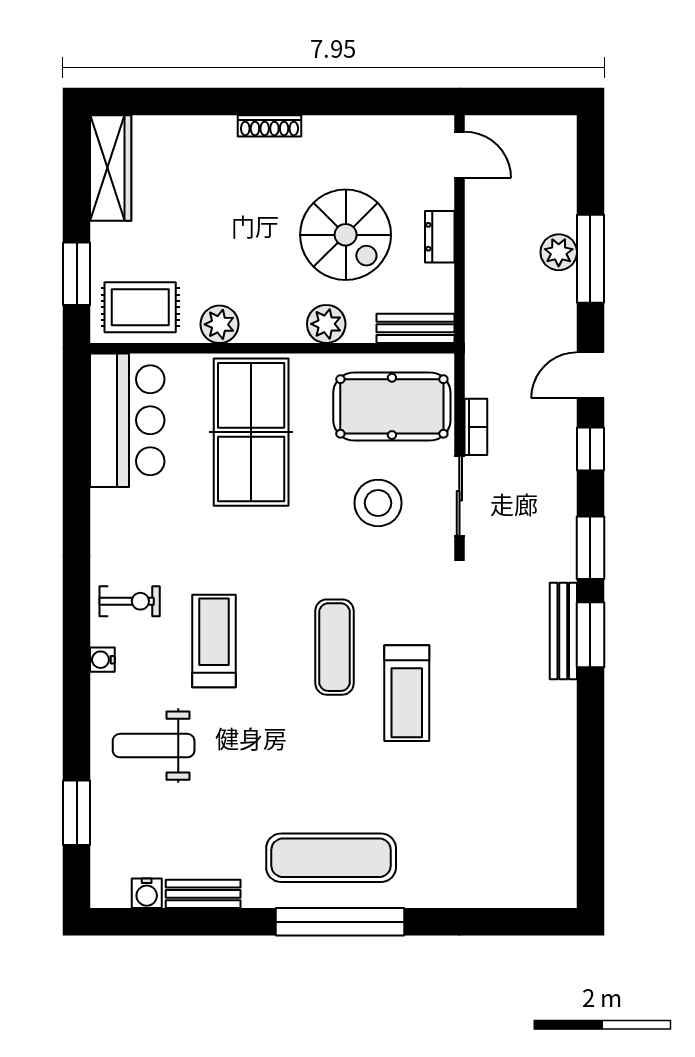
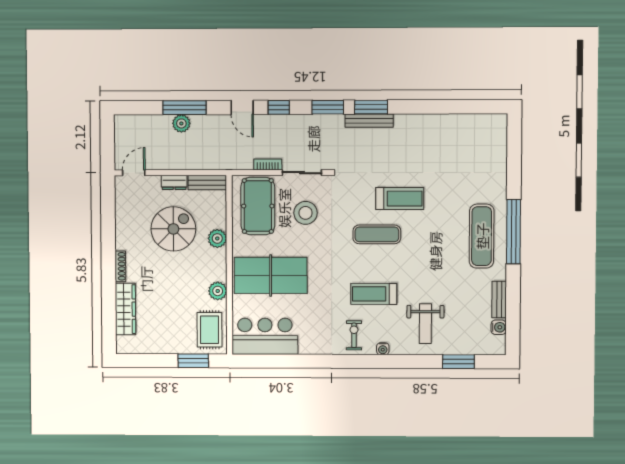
wardrobe: (111, 168) -> (125, 309), moved, turned 90
bench: (415, 328) -> (207, 183), moved, turned 90

